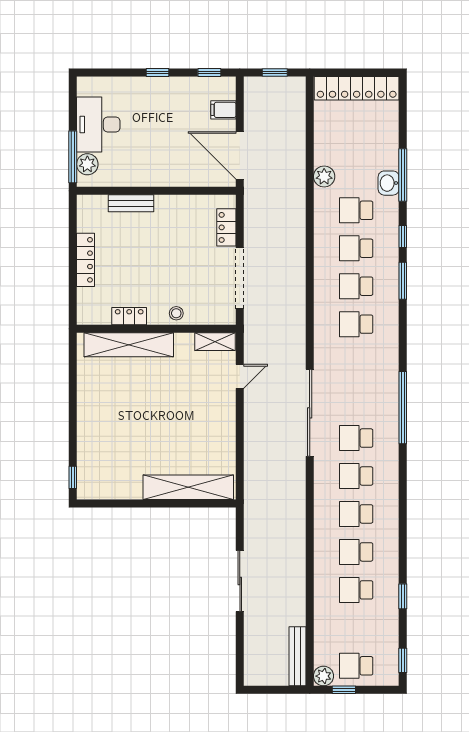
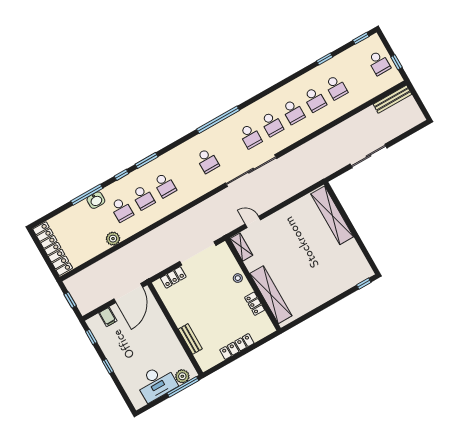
school desk: (356, 324) -> (207, 161), moved
plant: (323, 676) -> (395, 78), removed

